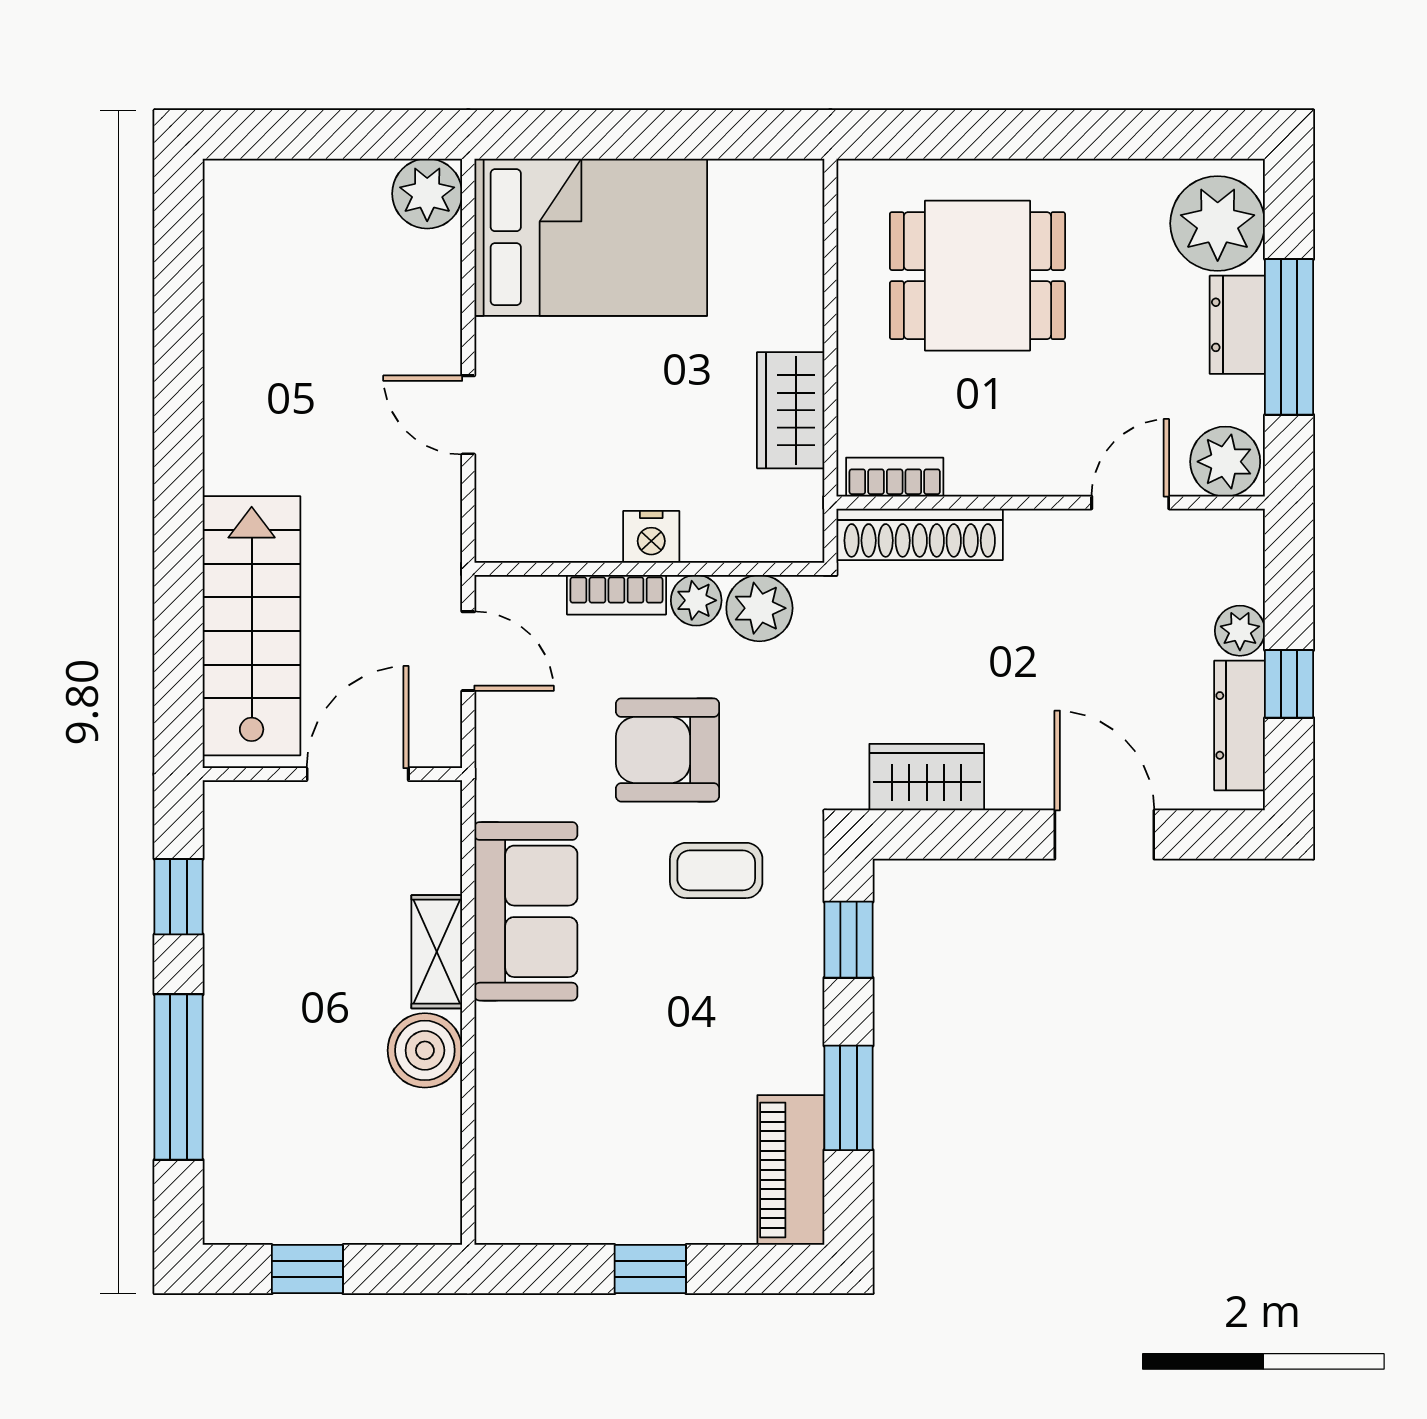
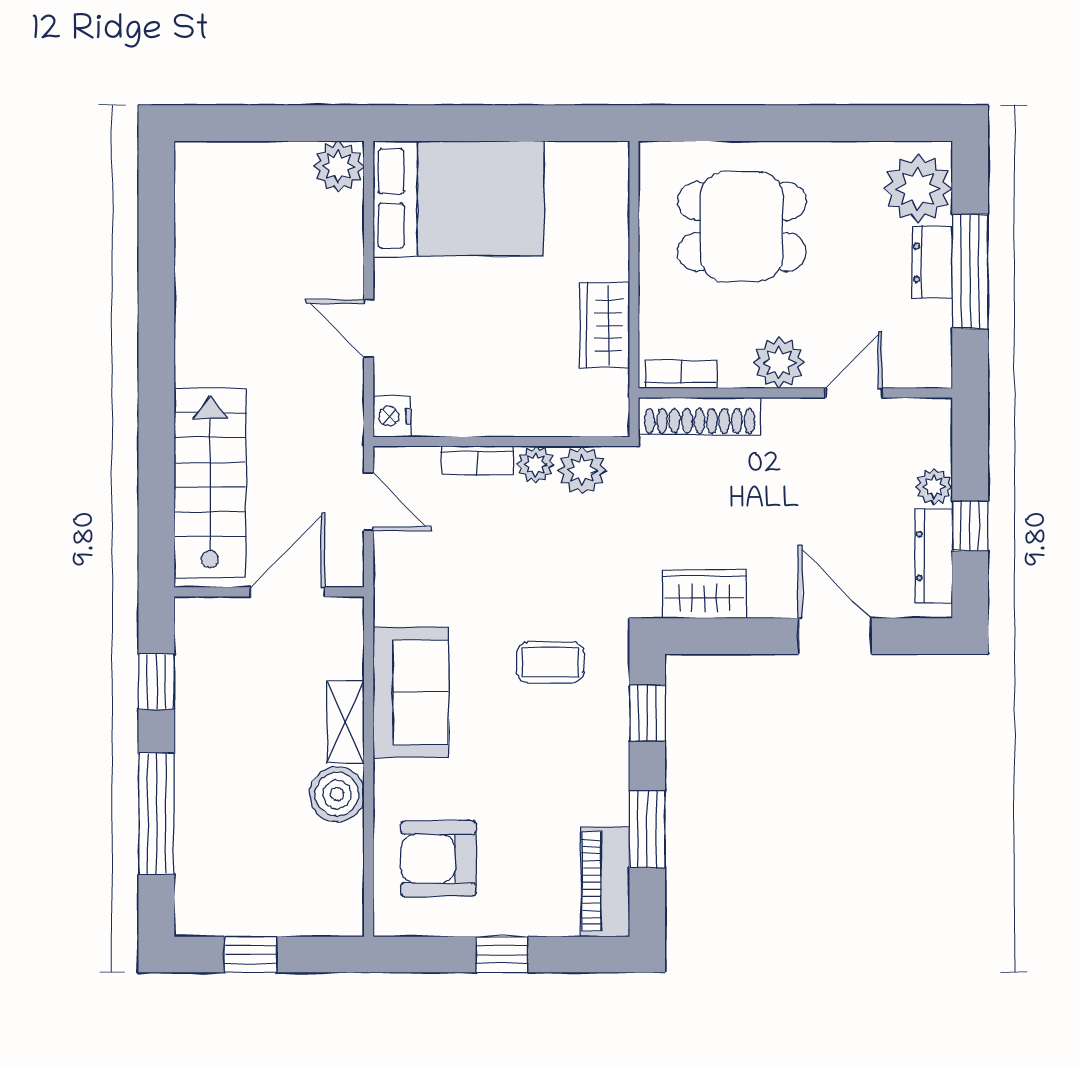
plant: (1225, 462) -> (779, 363), moved
nightstand: (651, 537) -> (392, 416), moved, turned 90
armchair: (667, 750) -> (438, 859), moved

